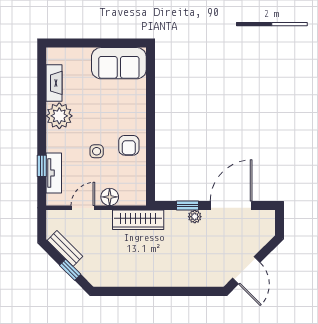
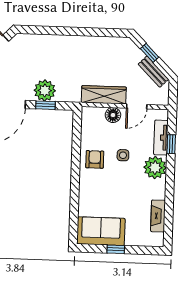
window: (101, 43) -> (116, 249), added
plant: (59, 116) -> (155, 168), moved
plant: (195, 217) -> (45, 91), width x1.88, depth x1.88
wardrobe: (138, 220) -> (104, 95), moved

